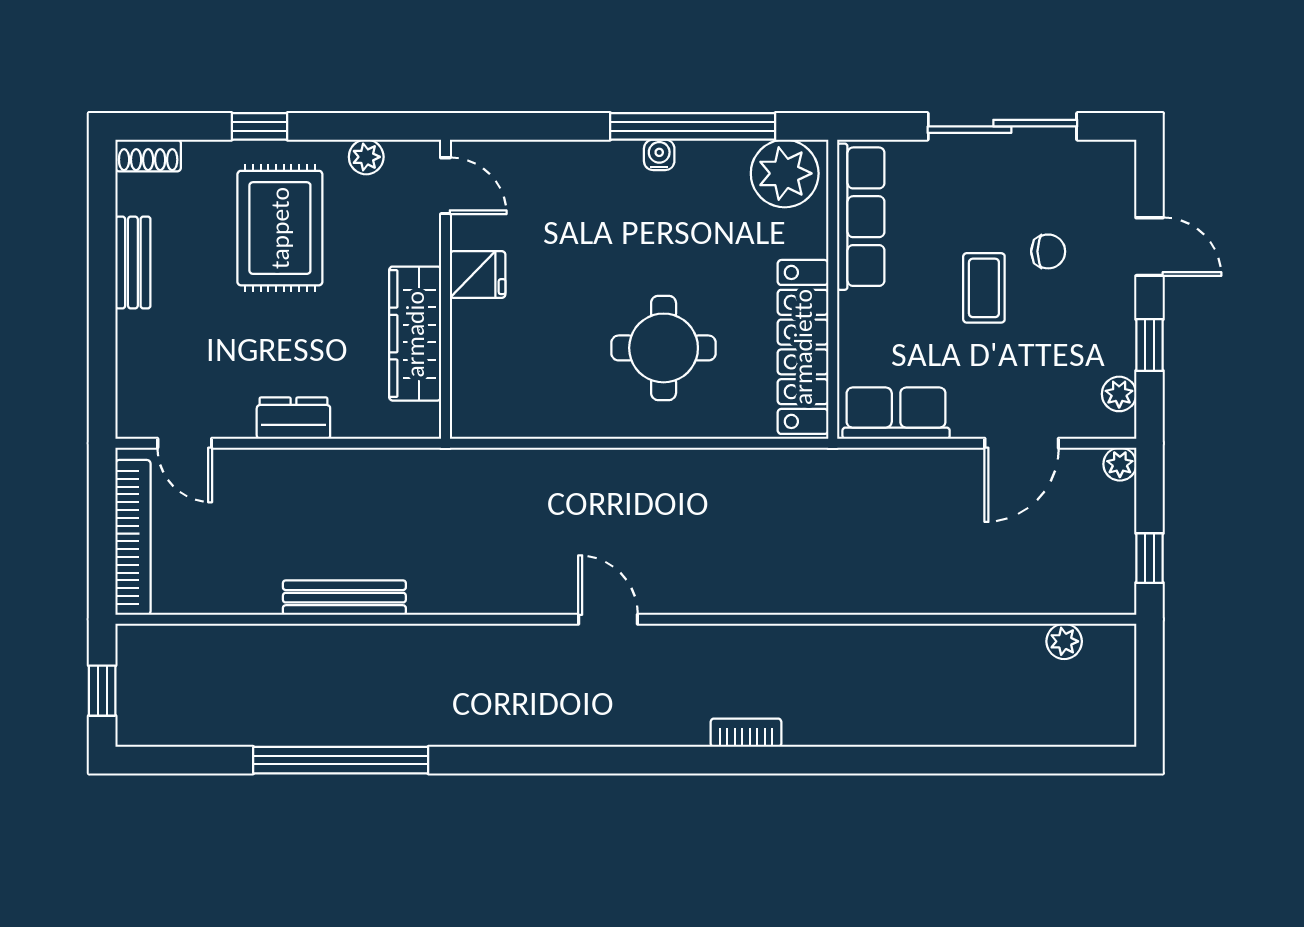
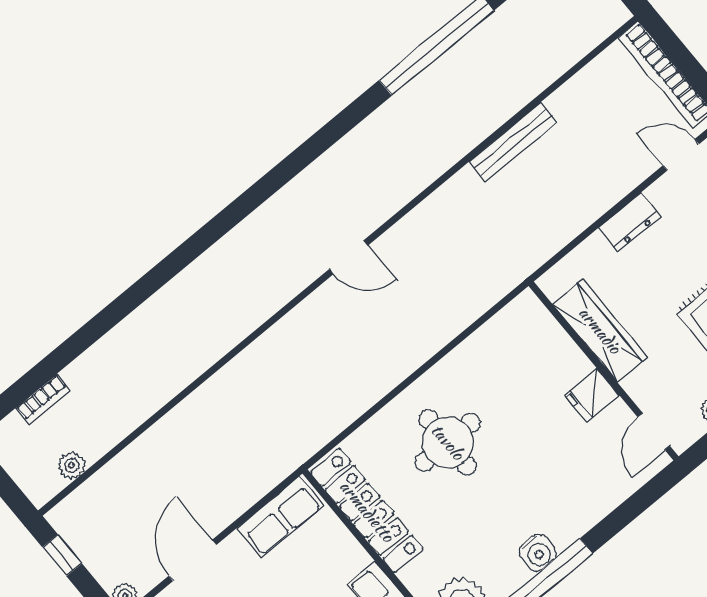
water cooler: (659, 155) -> (538, 553), width x1.38, depth x1.38
door: (445, 186) -> (654, 431), hinge flipped
bookcase: (746, 733) -> (43, 399), moved

